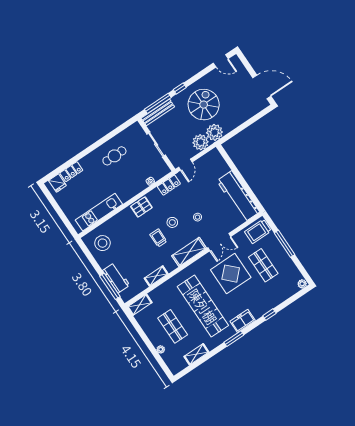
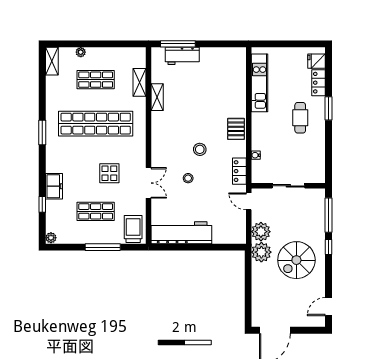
spiral stairs: (204, 105) -> (296, 260), turned 90
bench: (158, 112) -> (319, 209), removed
window: (84, 153) -> (329, 108), added
cafe table: (114, 156) -> (300, 118), moved
trolley: (158, 238) -> (194, 125), removed
double door: (219, 242) -> (148, 183), swing flipped
stool: (103, 243) -> (226, 66), removed
shelving: (189, 252) -> (159, 146), removed
display table: (231, 274) -> (109, 173), width x0.54, depth x0.54
shelving: (140, 305) -> (140, 82), moved
window: (269, 315) -> (42, 204), moved
freezer: (243, 321) -> (54, 186), moved
shelving: (196, 354) -> (52, 61), moved

